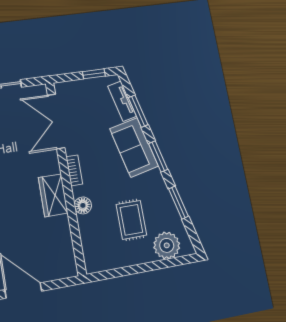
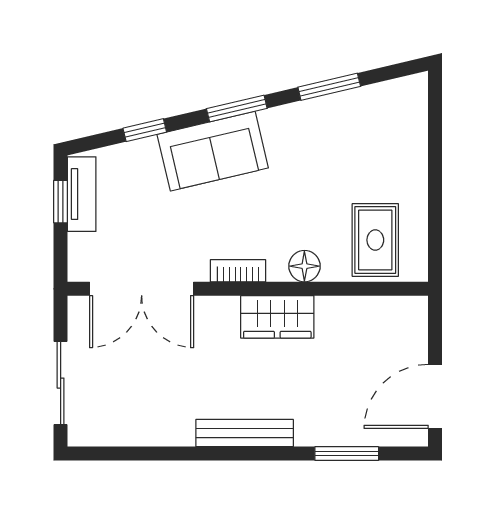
tv unit: (122, 101) -> (82, 194), moved, turned -77
window: (138, 111) -> (145, 130), width x0.67
rug: (131, 220) -> (375, 240), moved, turned 90
plant: (167, 245) -> (403, 125), removed

